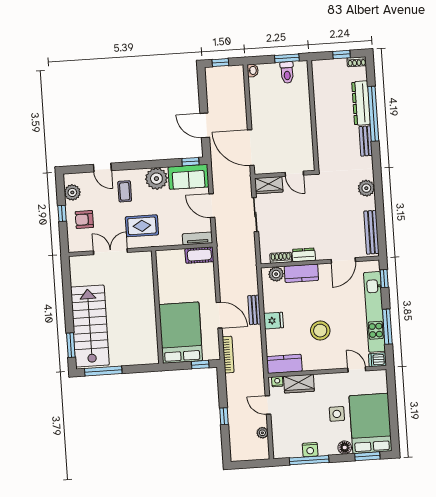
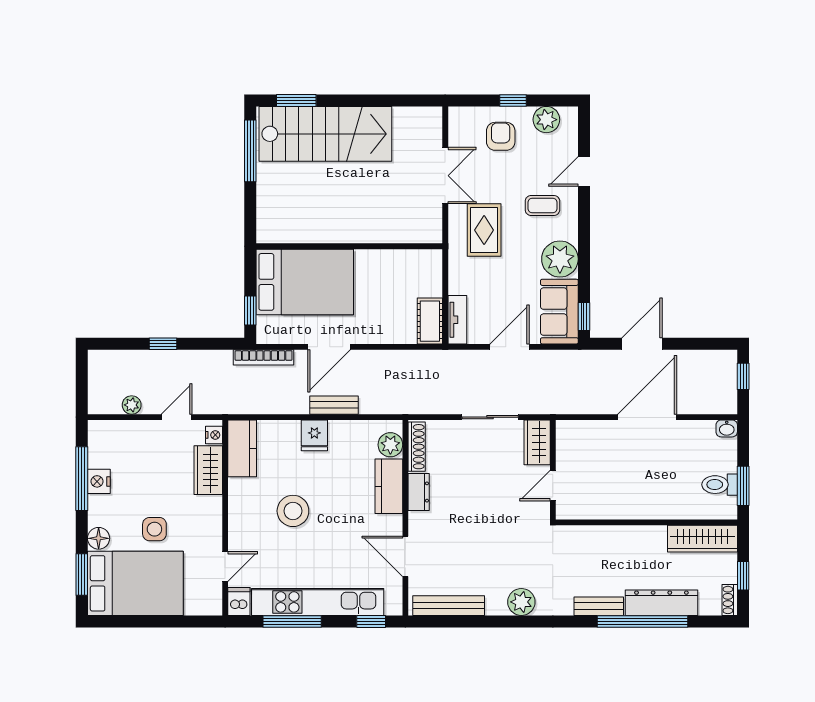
wardrobe: (321, 81) -> (703, 539), added
door: (251, 148) -> (647, 417), moved
shoe rack: (281, 258) -> (417, 447), width x1.43

